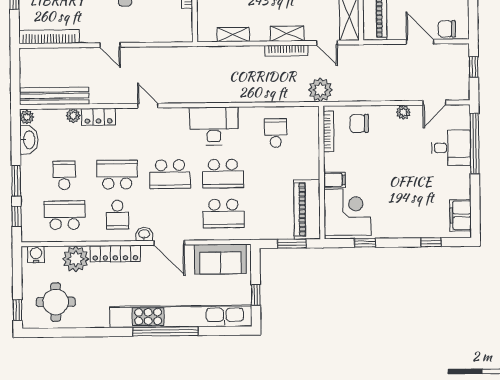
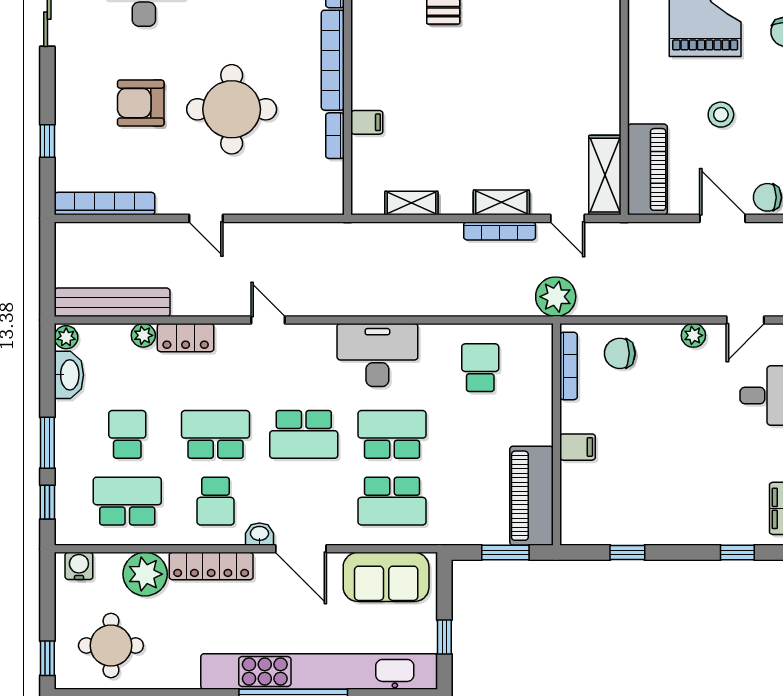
school desk: (223, 174) -> (392, 434), turned 180
corner desk: (347, 212) -> (599, 501), removed

